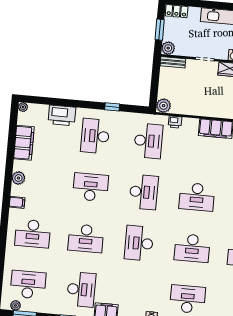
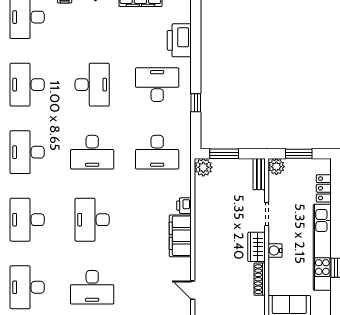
locker: (177, 11) -> (324, 188), moved
window: (154, 88) -> (224, 154), added
printer: (175, 122) -> (184, 206), moved
desk: (139, 243) -> (27, 152), turned -90

